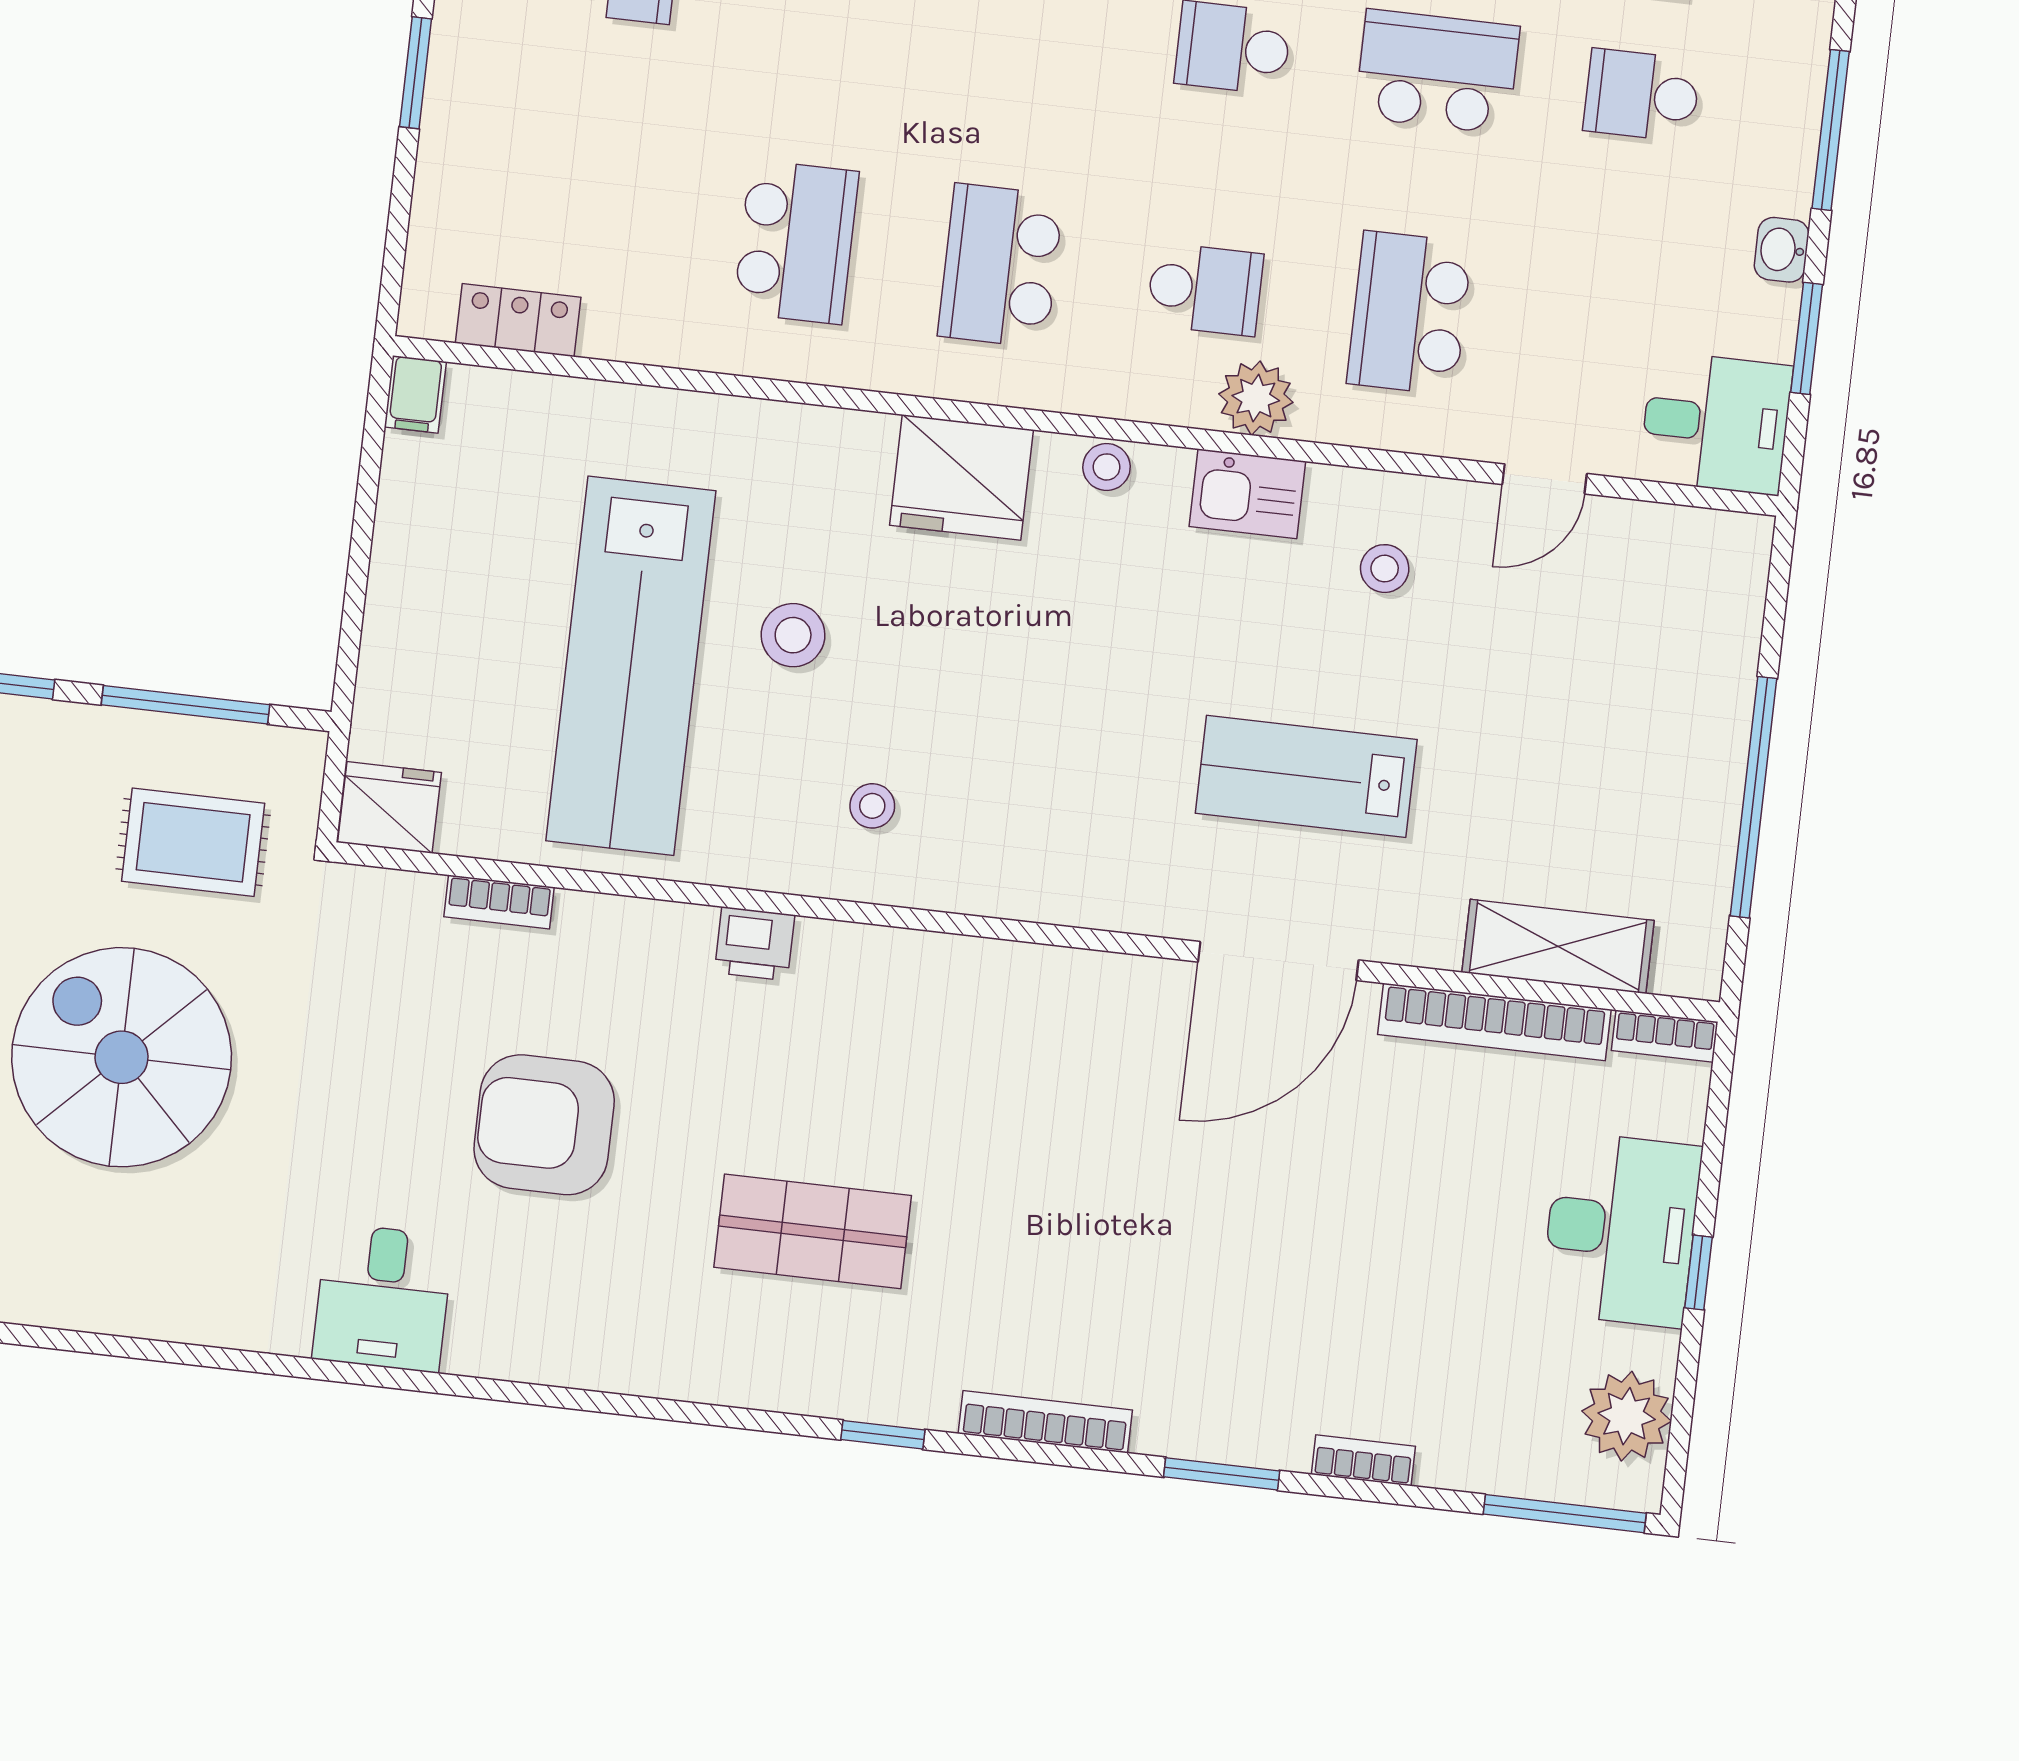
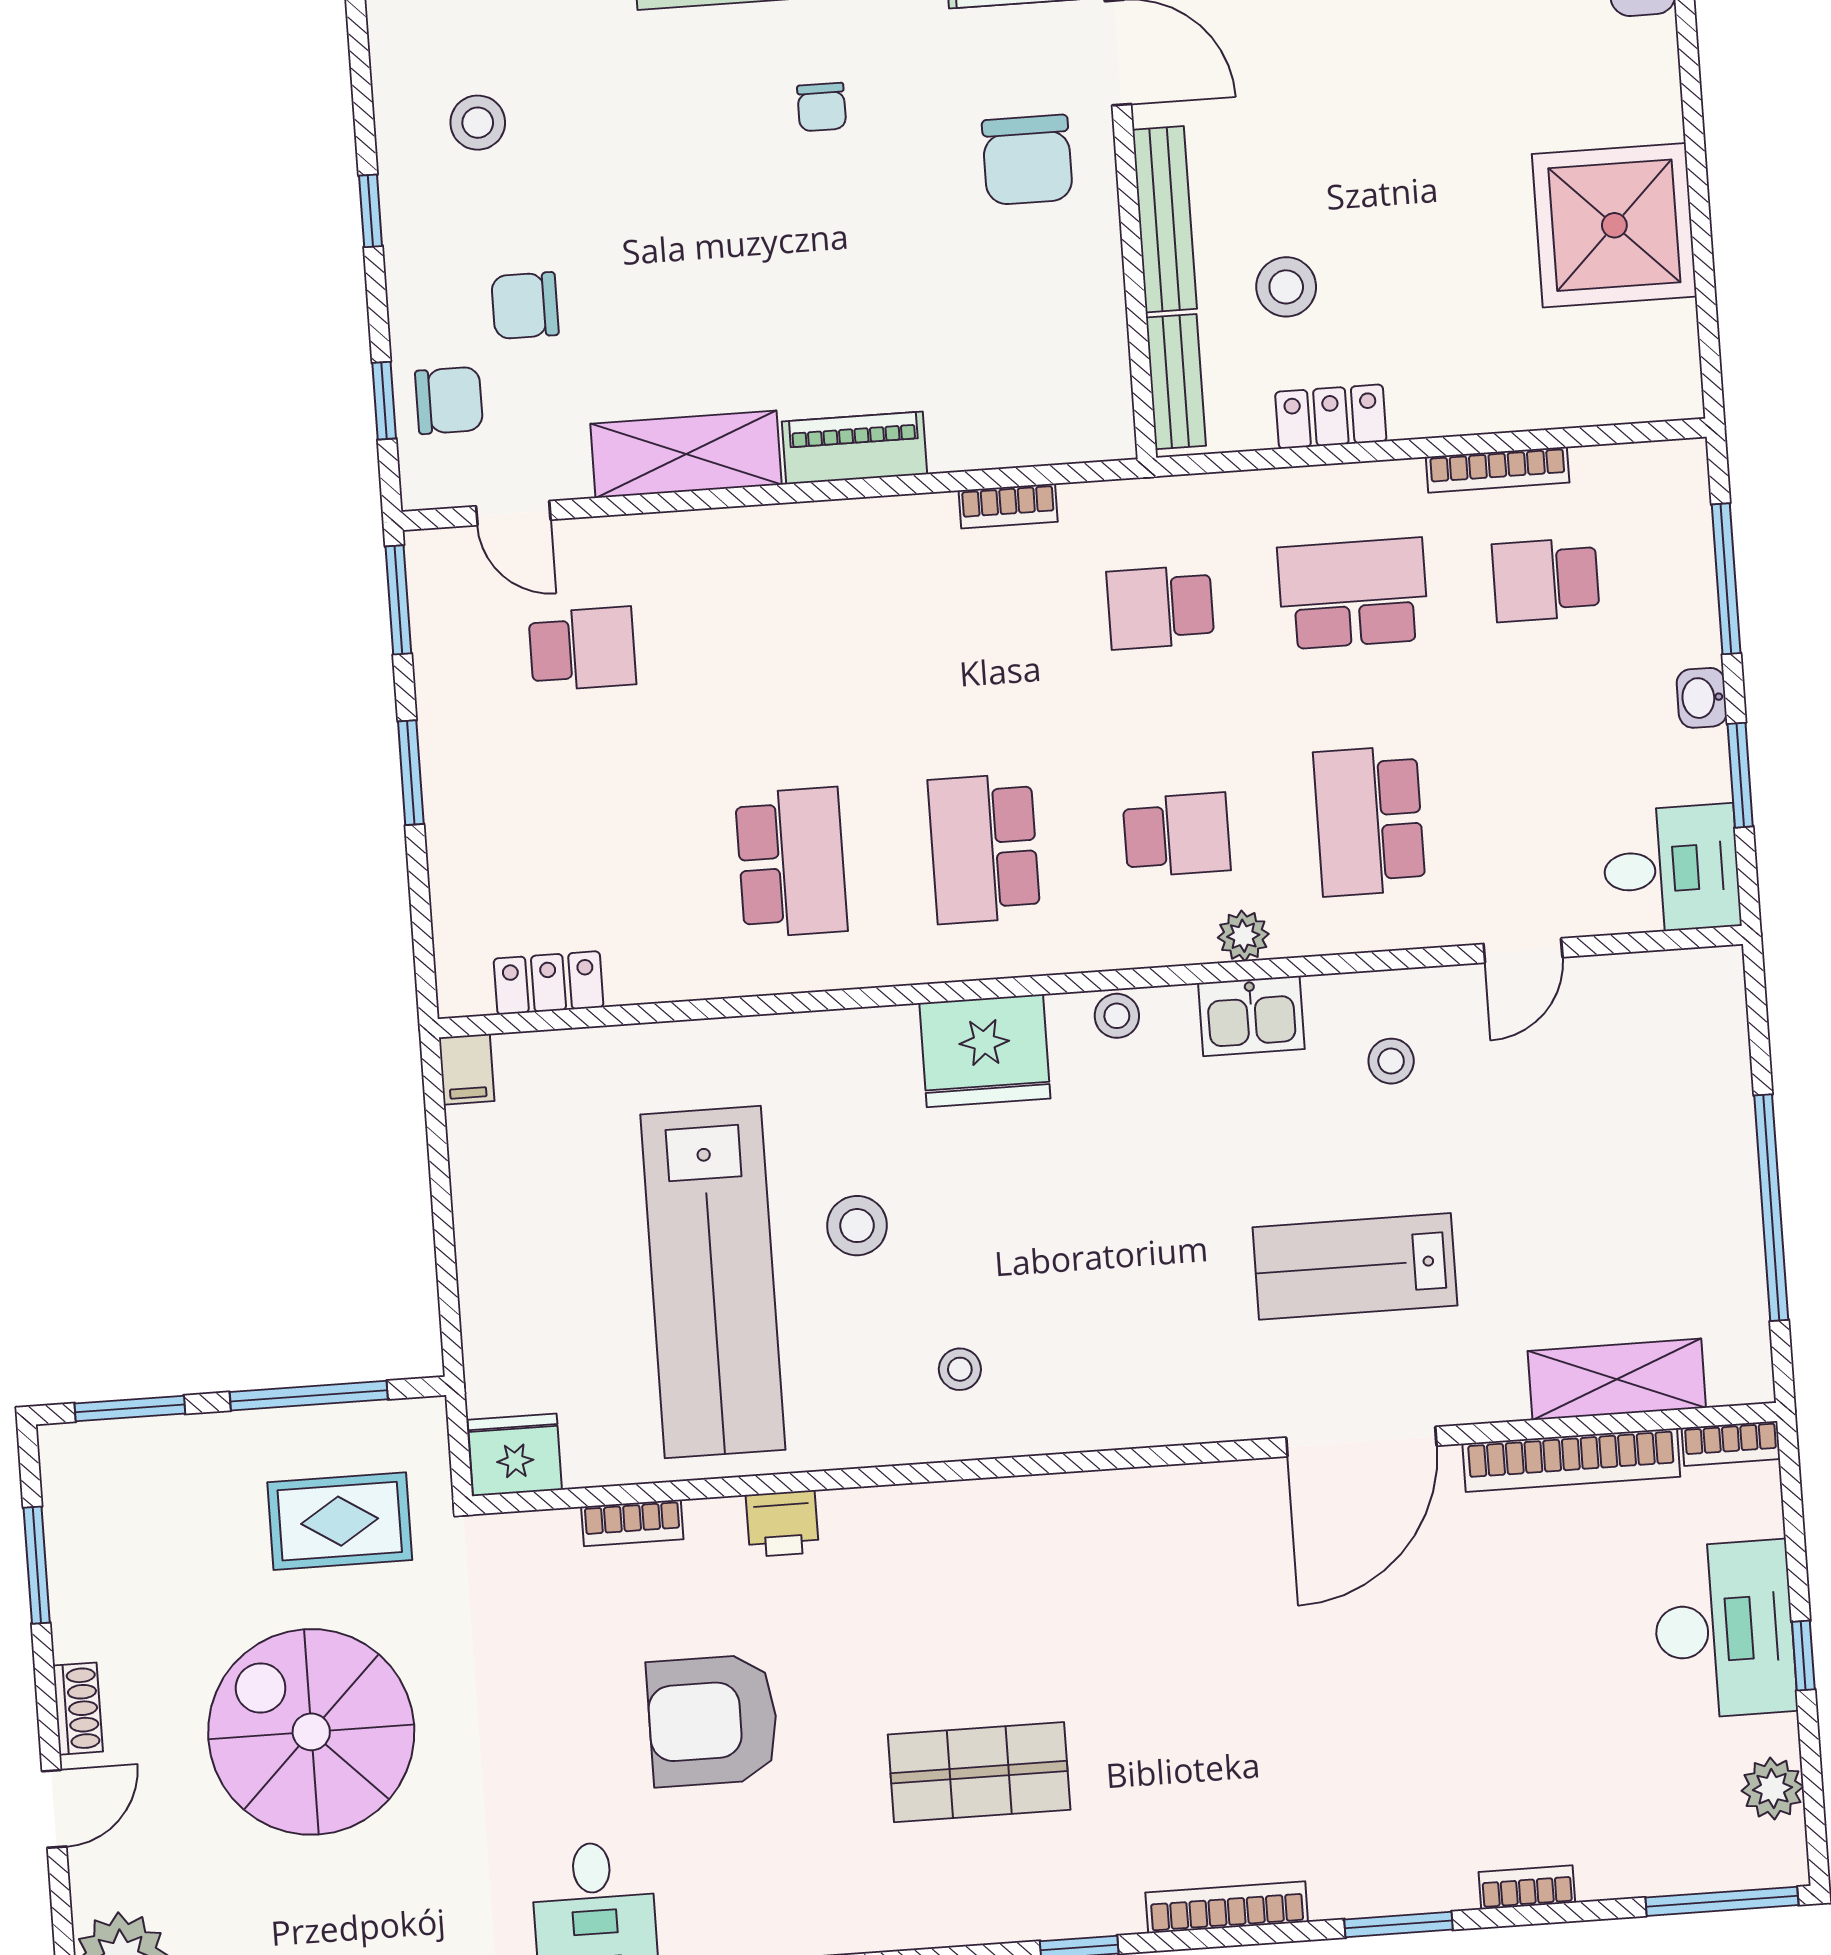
plant: (1256, 398) -> (1243, 936), width x0.73, depth x0.73
printer: (755, 944) -> (782, 1524), moved
plant: (1627, 1416) -> (1772, 1789), width x0.73, depth x0.73

